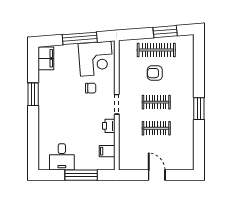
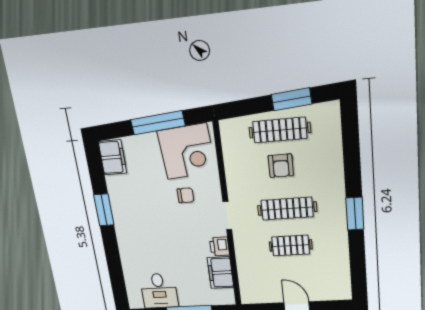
armchair: (155, 73) -> (281, 166), turned -90
clothes rail: (156, 102) -> (287, 209), width x1.36
filing cabinet: (107, 151) -> (221, 273), width x2.00

